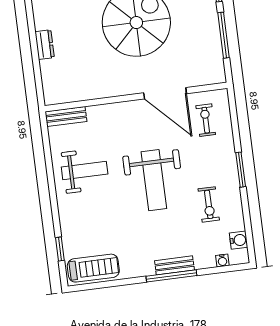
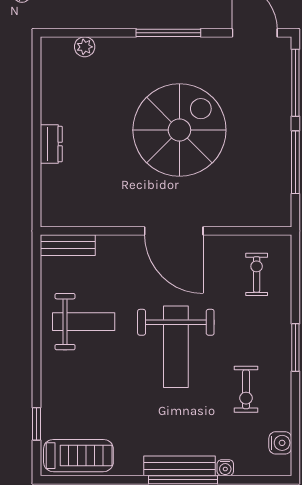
door: (165, 93) -> (174, 231), moved
water cooler: (222, 261) -> (225, 468), moved
bench: (174, 265) -> (179, 466), width x1.36

